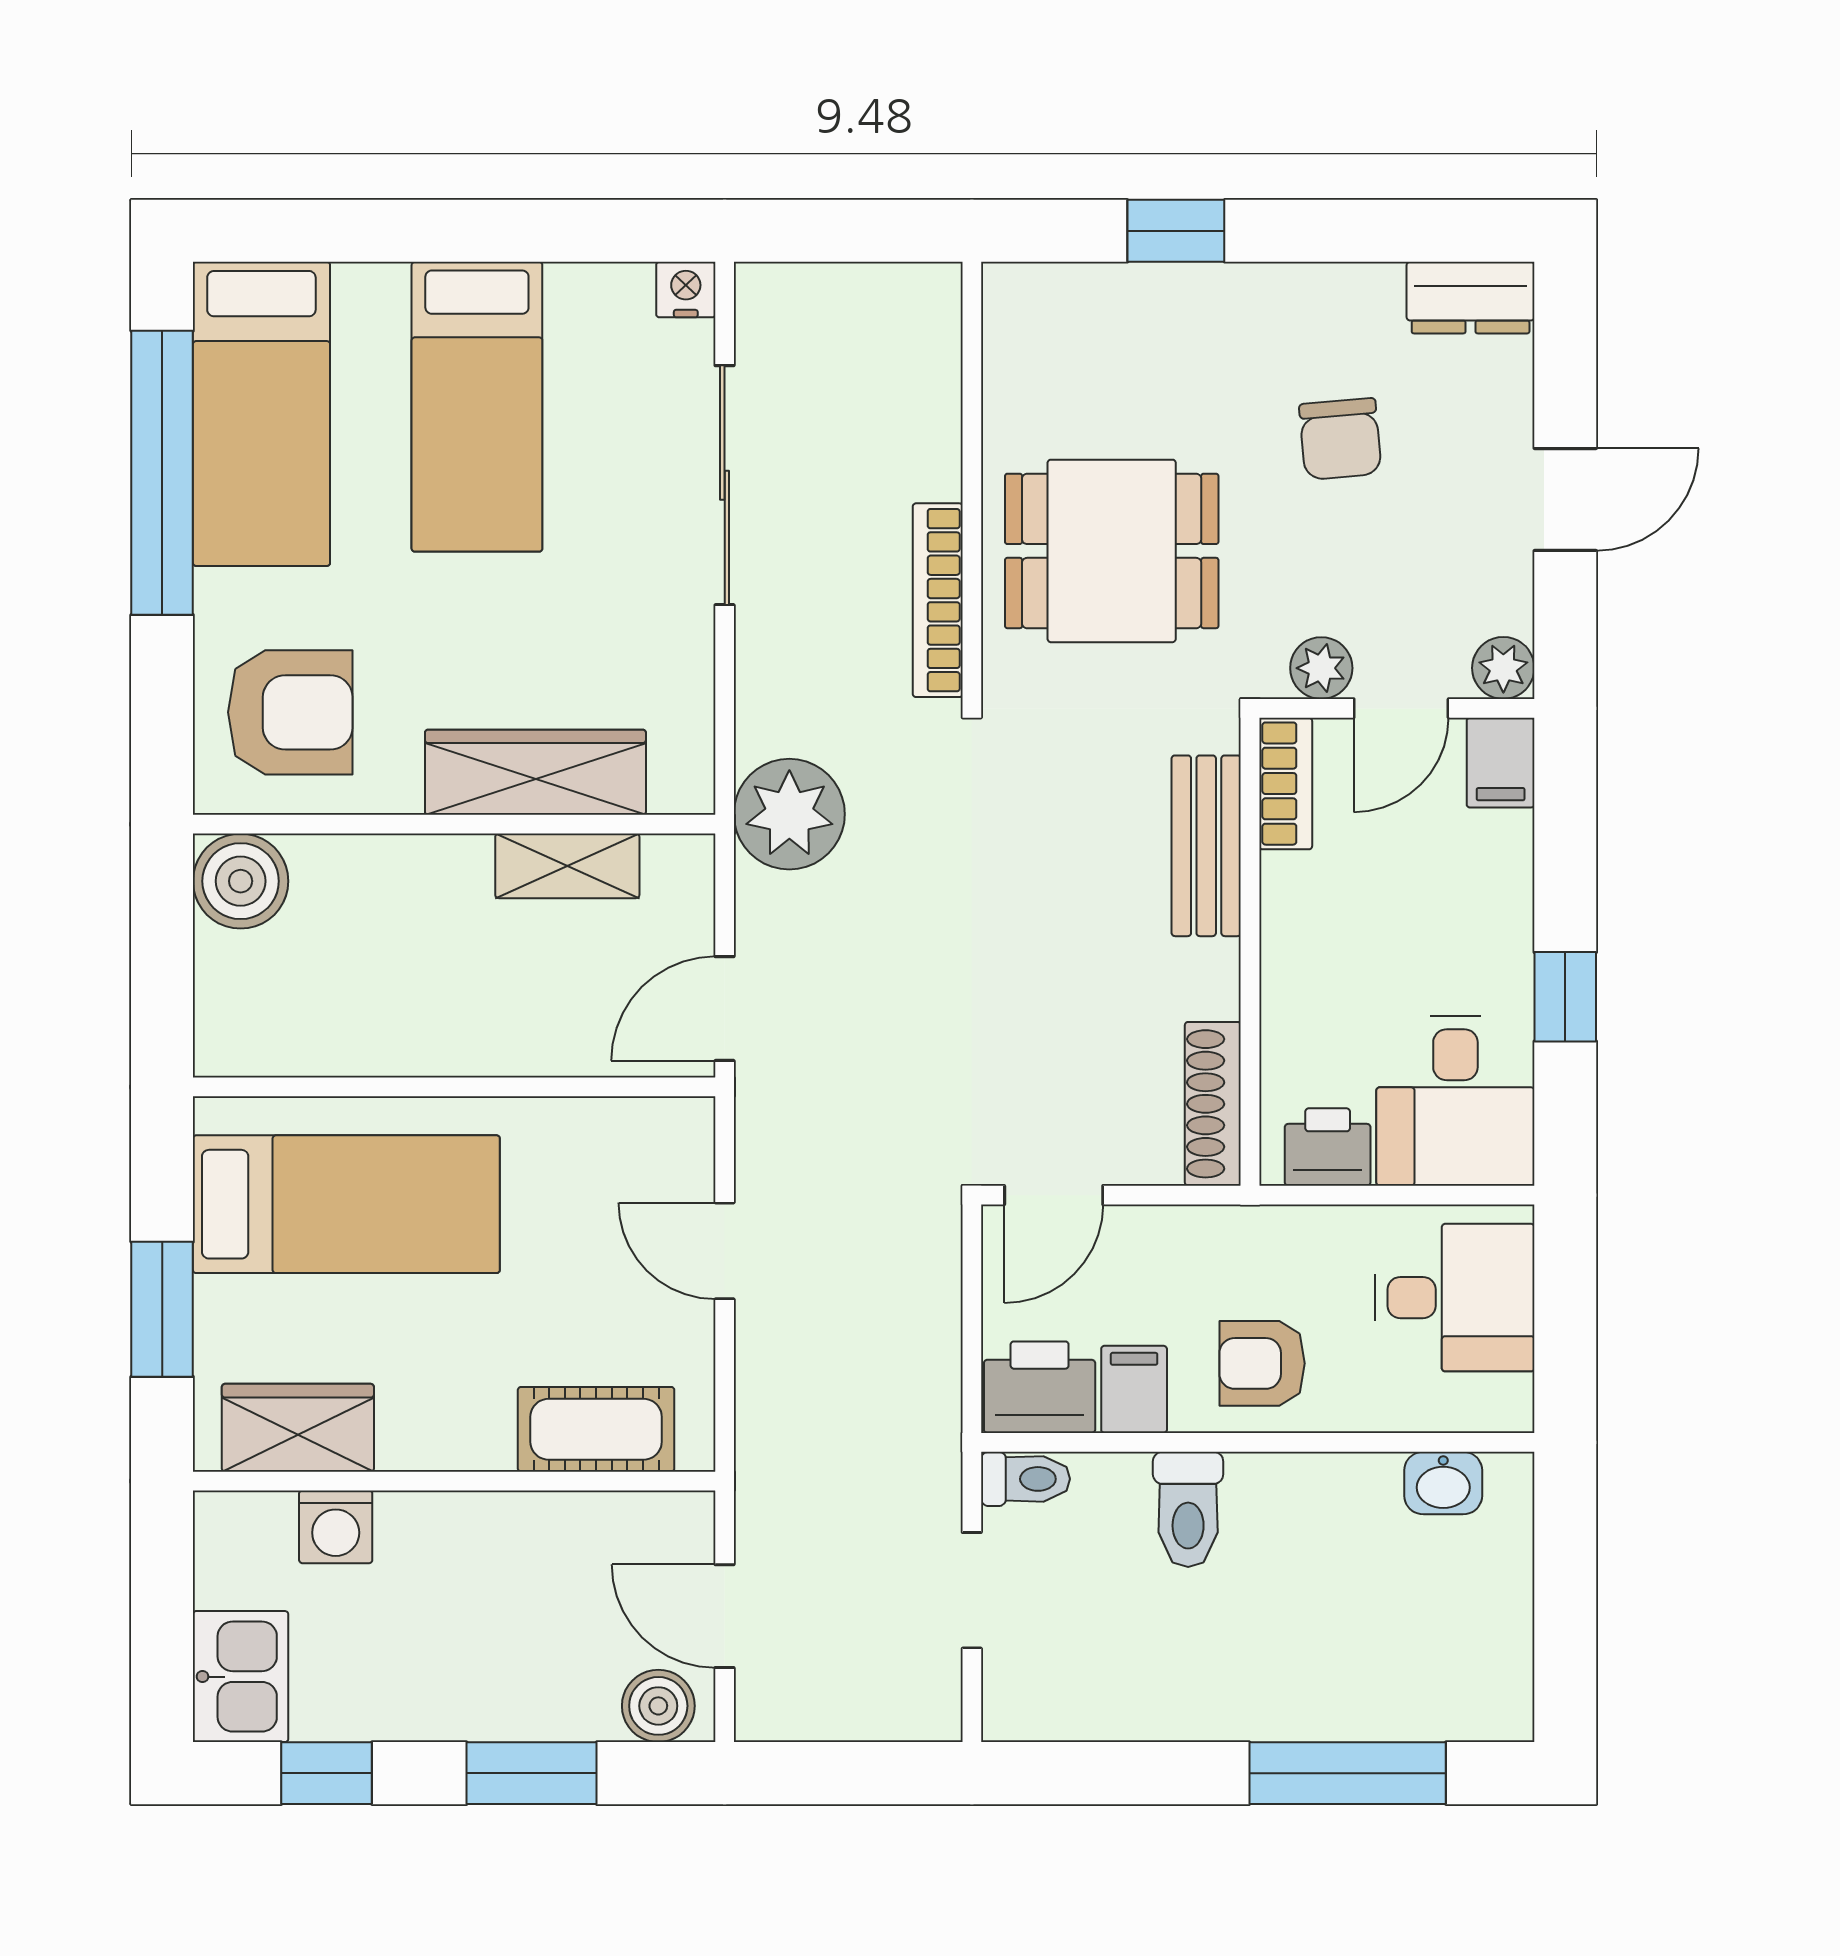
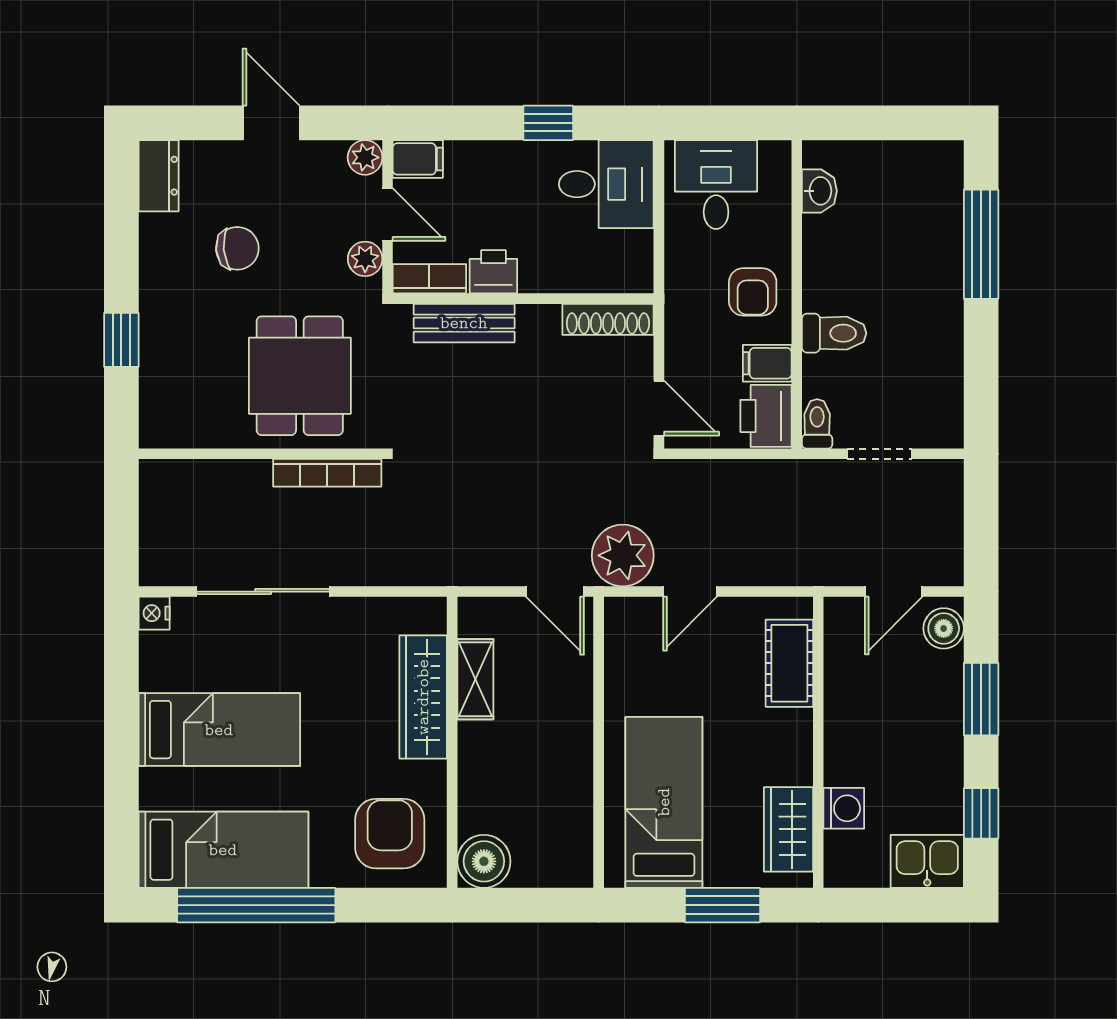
plant: (789, 814) -> (623, 555), moved
printer: (1328, 1147) -> (493, 272), moved, turned 90

